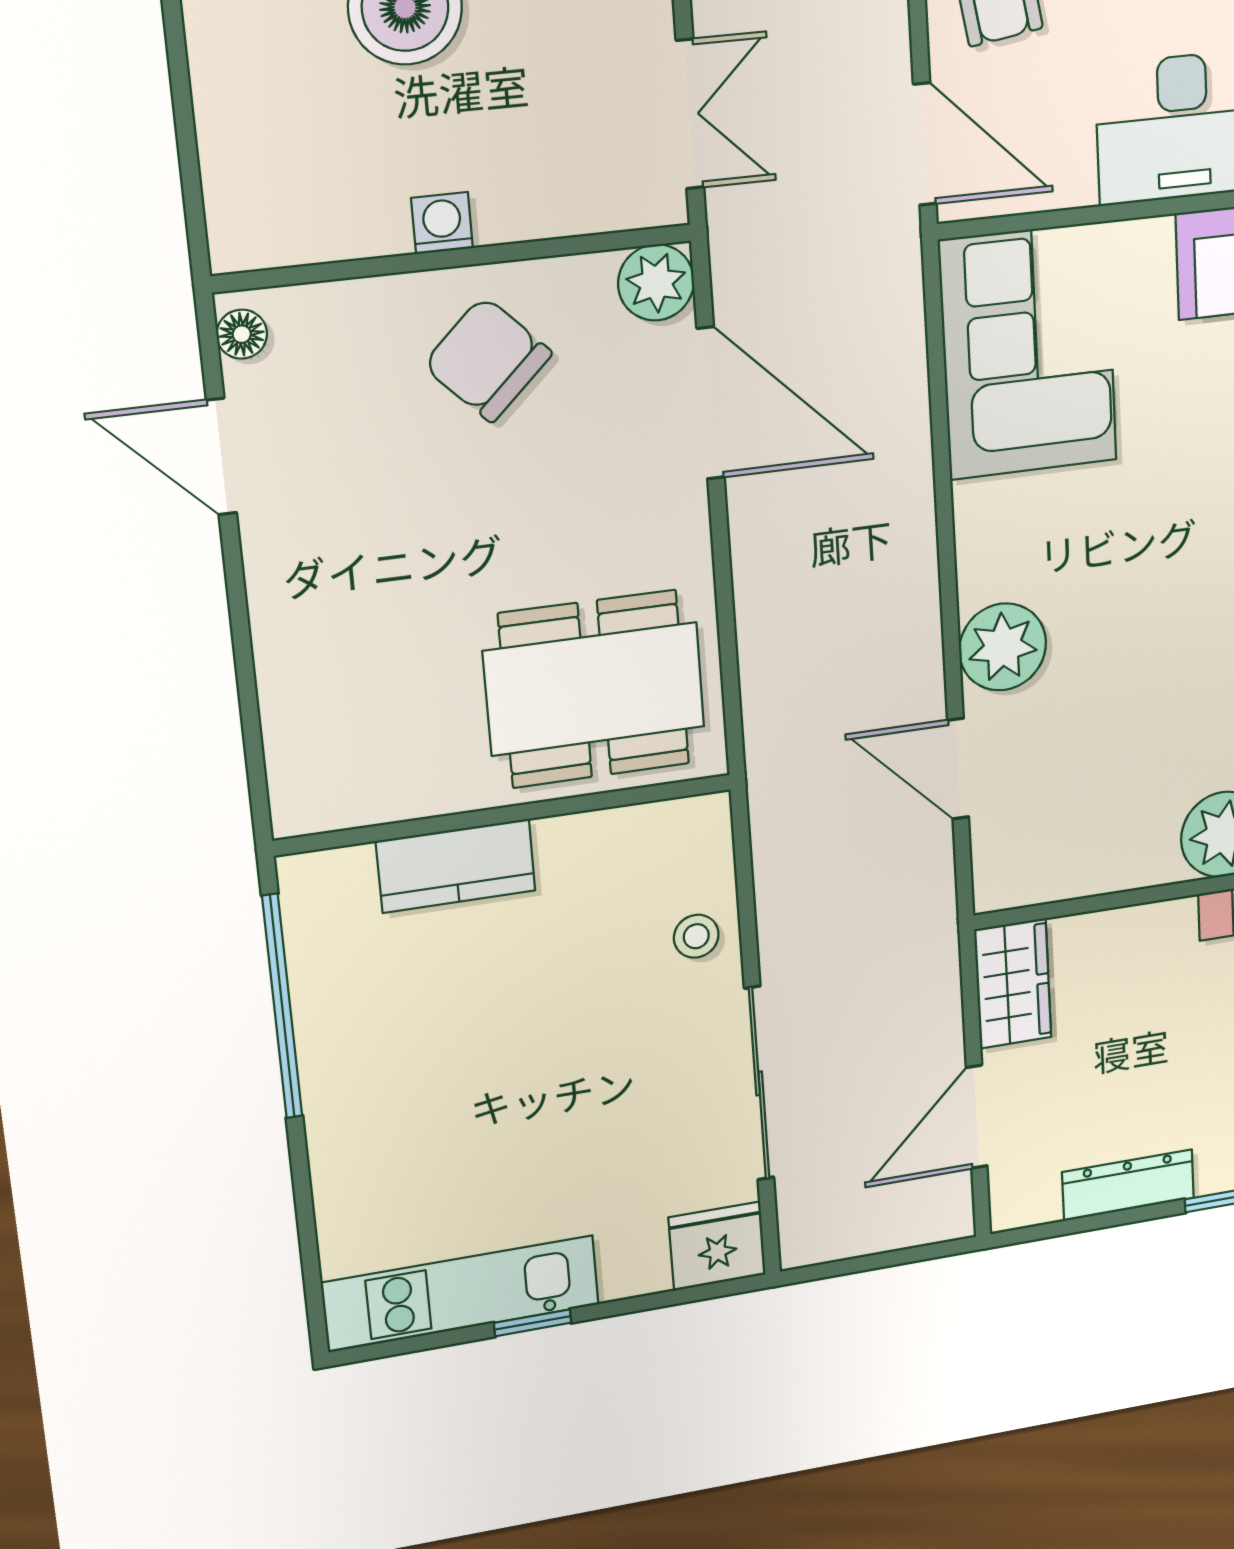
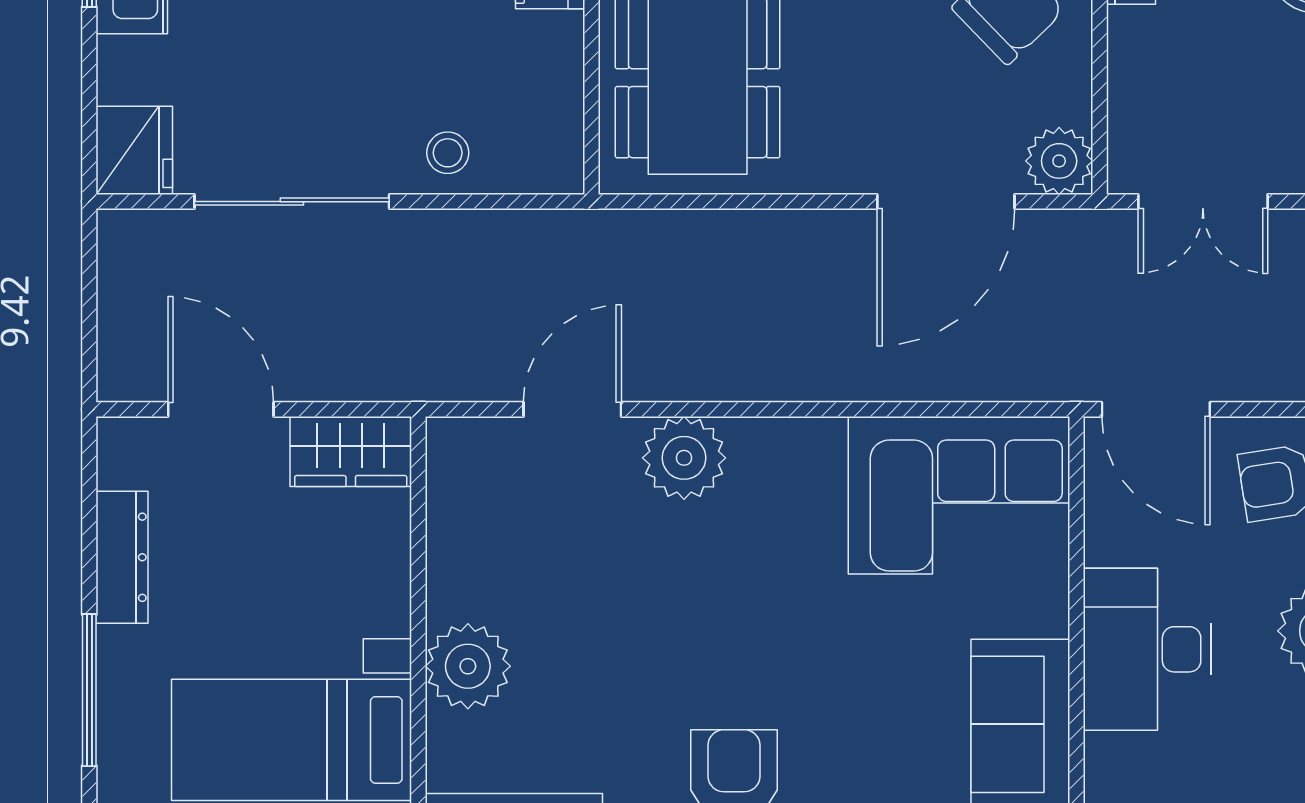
door: (925, 144) -> (1156, 409), hinge flipped

